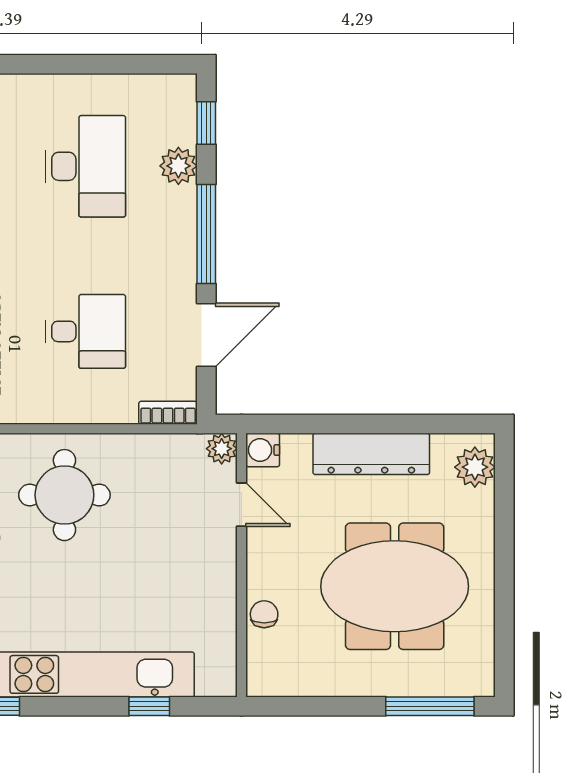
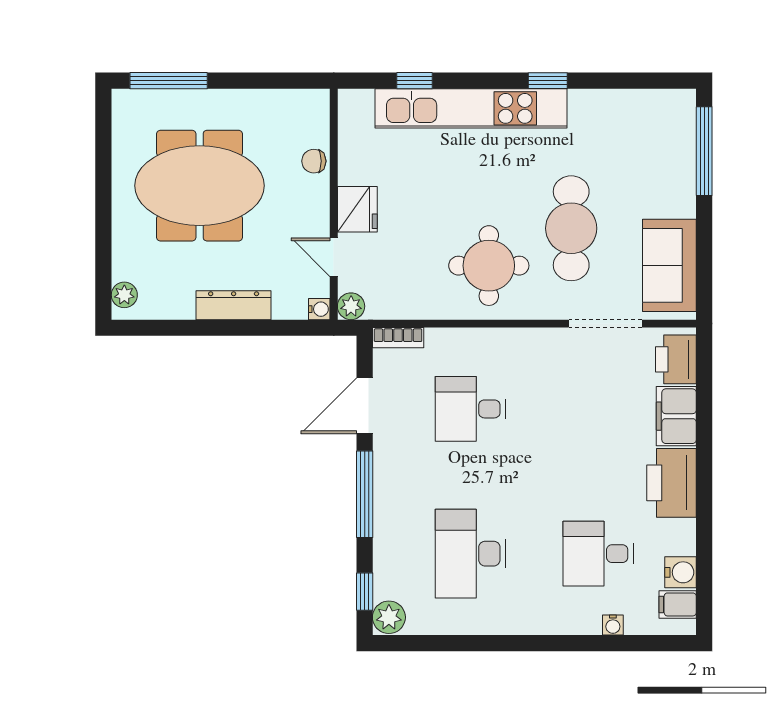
plant: (178, 166) -> (389, 617), moved
water cooler: (263, 450) -> (319, 309), width x0.72, depth x0.72
dresser: (371, 454) -> (234, 305), width x0.73, depth x0.80
plant: (475, 467) -> (124, 295), width x0.73, depth x0.73
fridge: (215, 559) -> (357, 209), added
chair: (264, 614) -> (314, 161), turned 90

